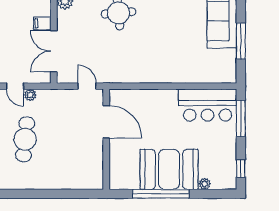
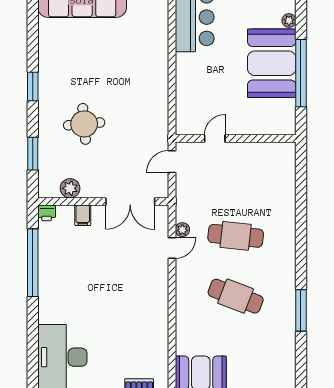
filing cabinet: (42, 23) -> (83, 215), moved
door: (106, 122) -> (215, 139), width x0.53

